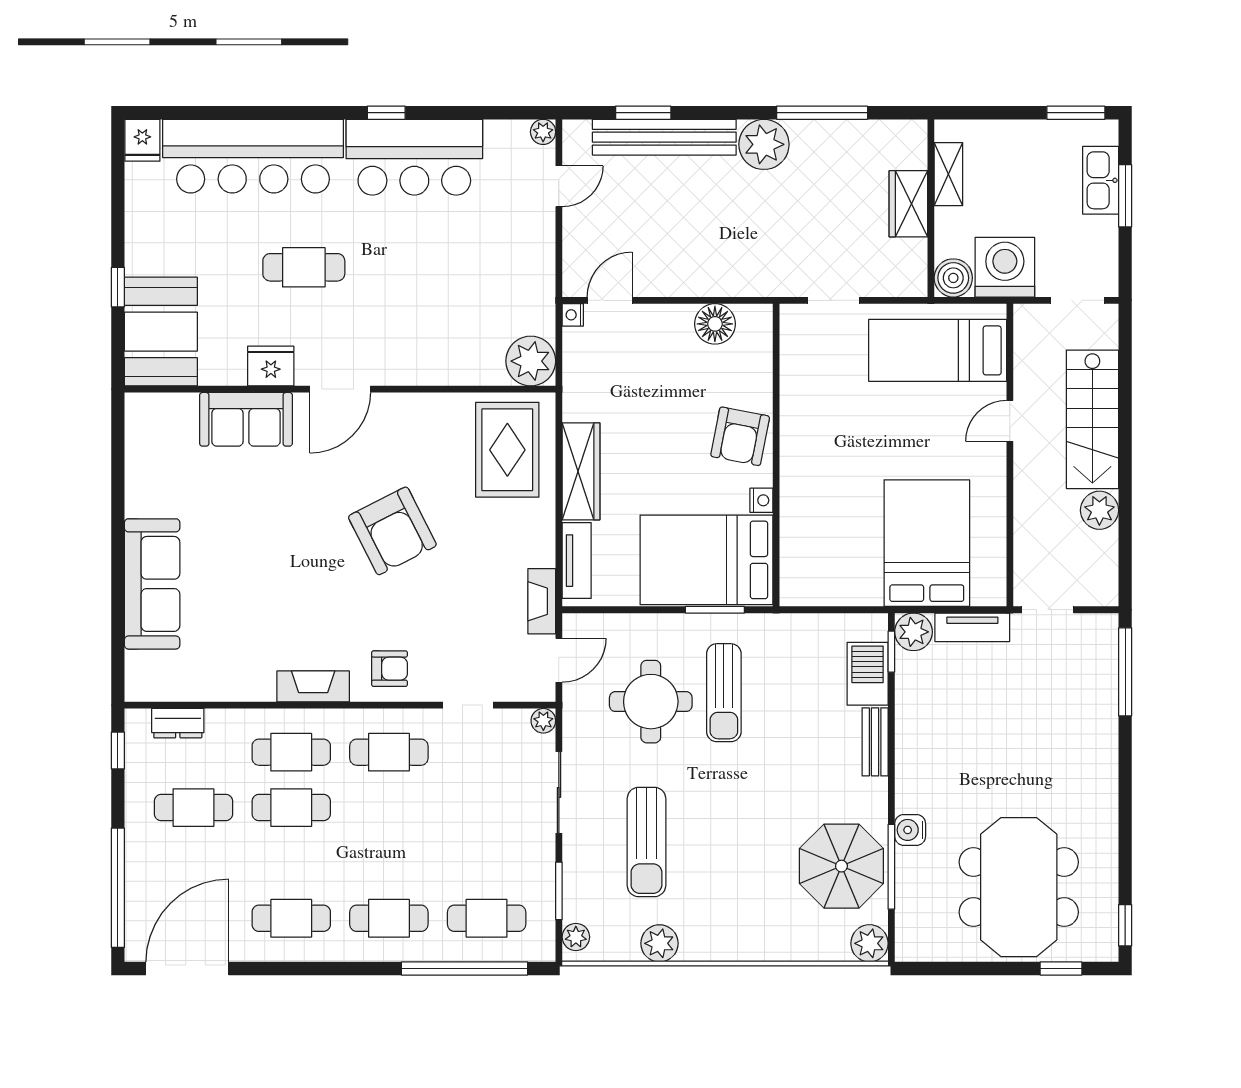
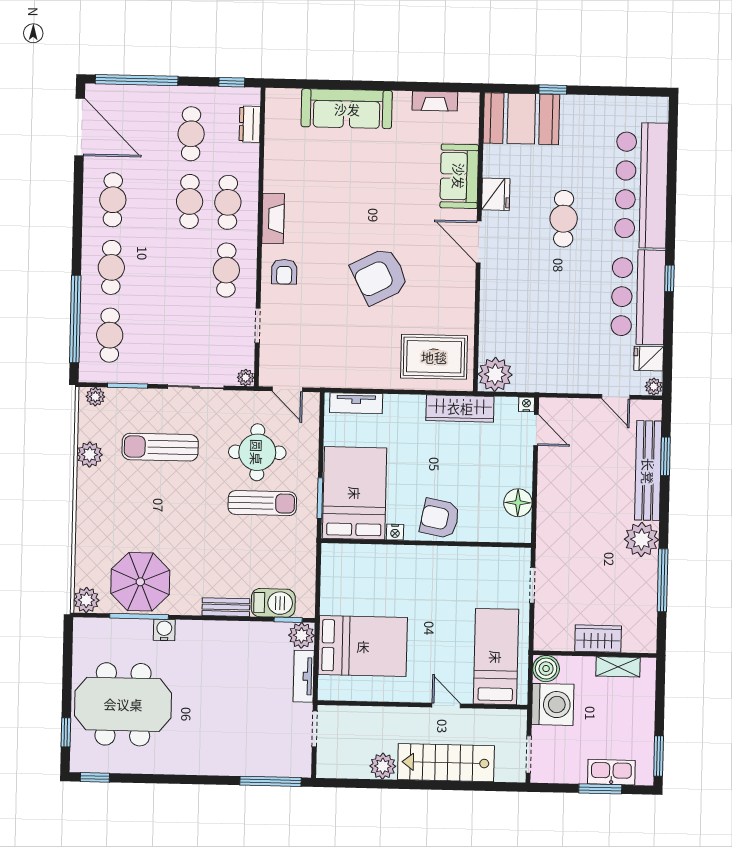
fridge: (142, 140) -> (649, 359), moved
wardrobe: (581, 471) -> (460, 408), moved
fireplace: (542, 601) -> (435, 101), moved, turned 180
sun lounger: (724, 693) -> (262, 503), turned 180

